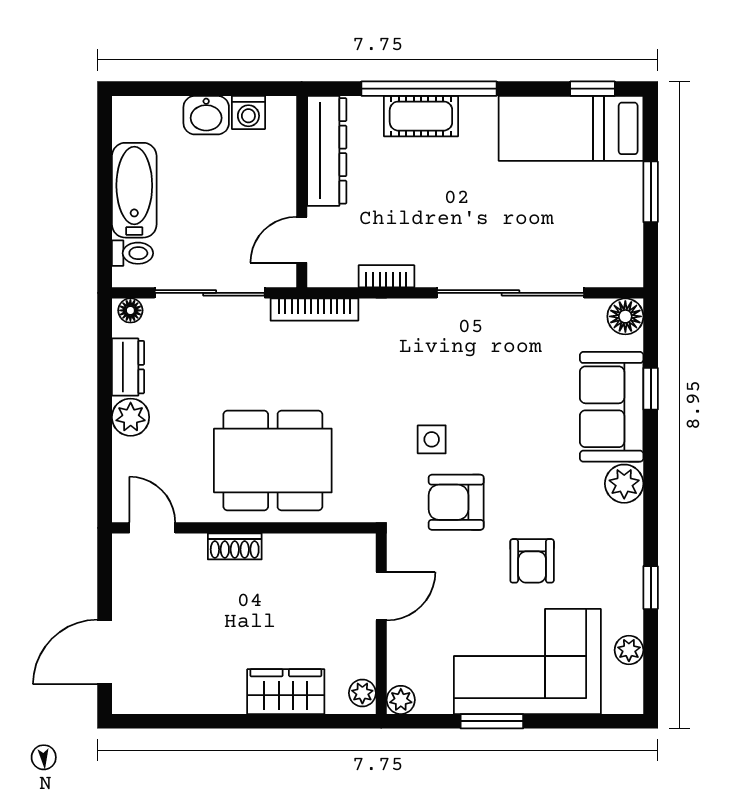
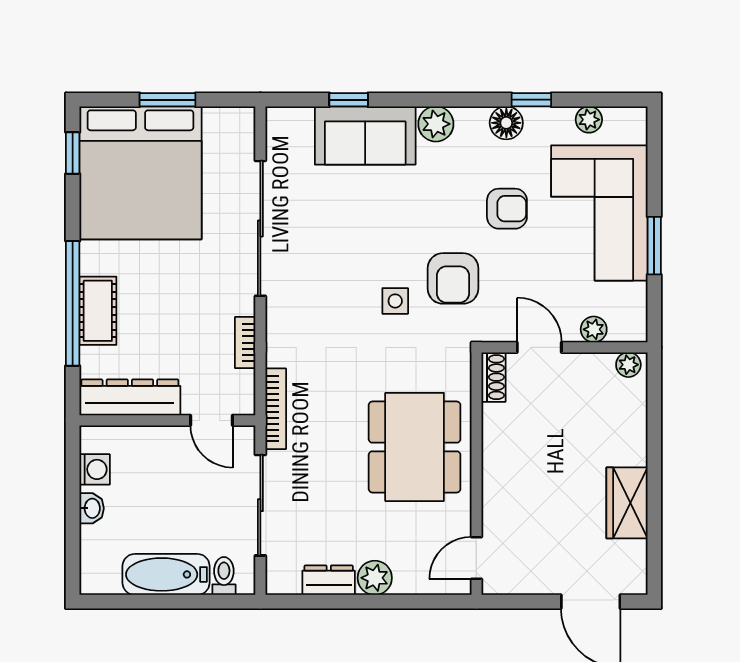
washbasin: (206, 115) -> (92, 508), width x0.72, depth x0.69
bed: (571, 128) -> (140, 173), width x2.04
floor lamp: (130, 310) -> (277, 578), removed
floor lamp: (625, 316) -> (506, 123), moved
shoe rack: (235, 546) -> (494, 377), moved
wardrobe: (286, 692) -> (627, 503), moved
plant: (401, 700) -> (594, 329), moved

